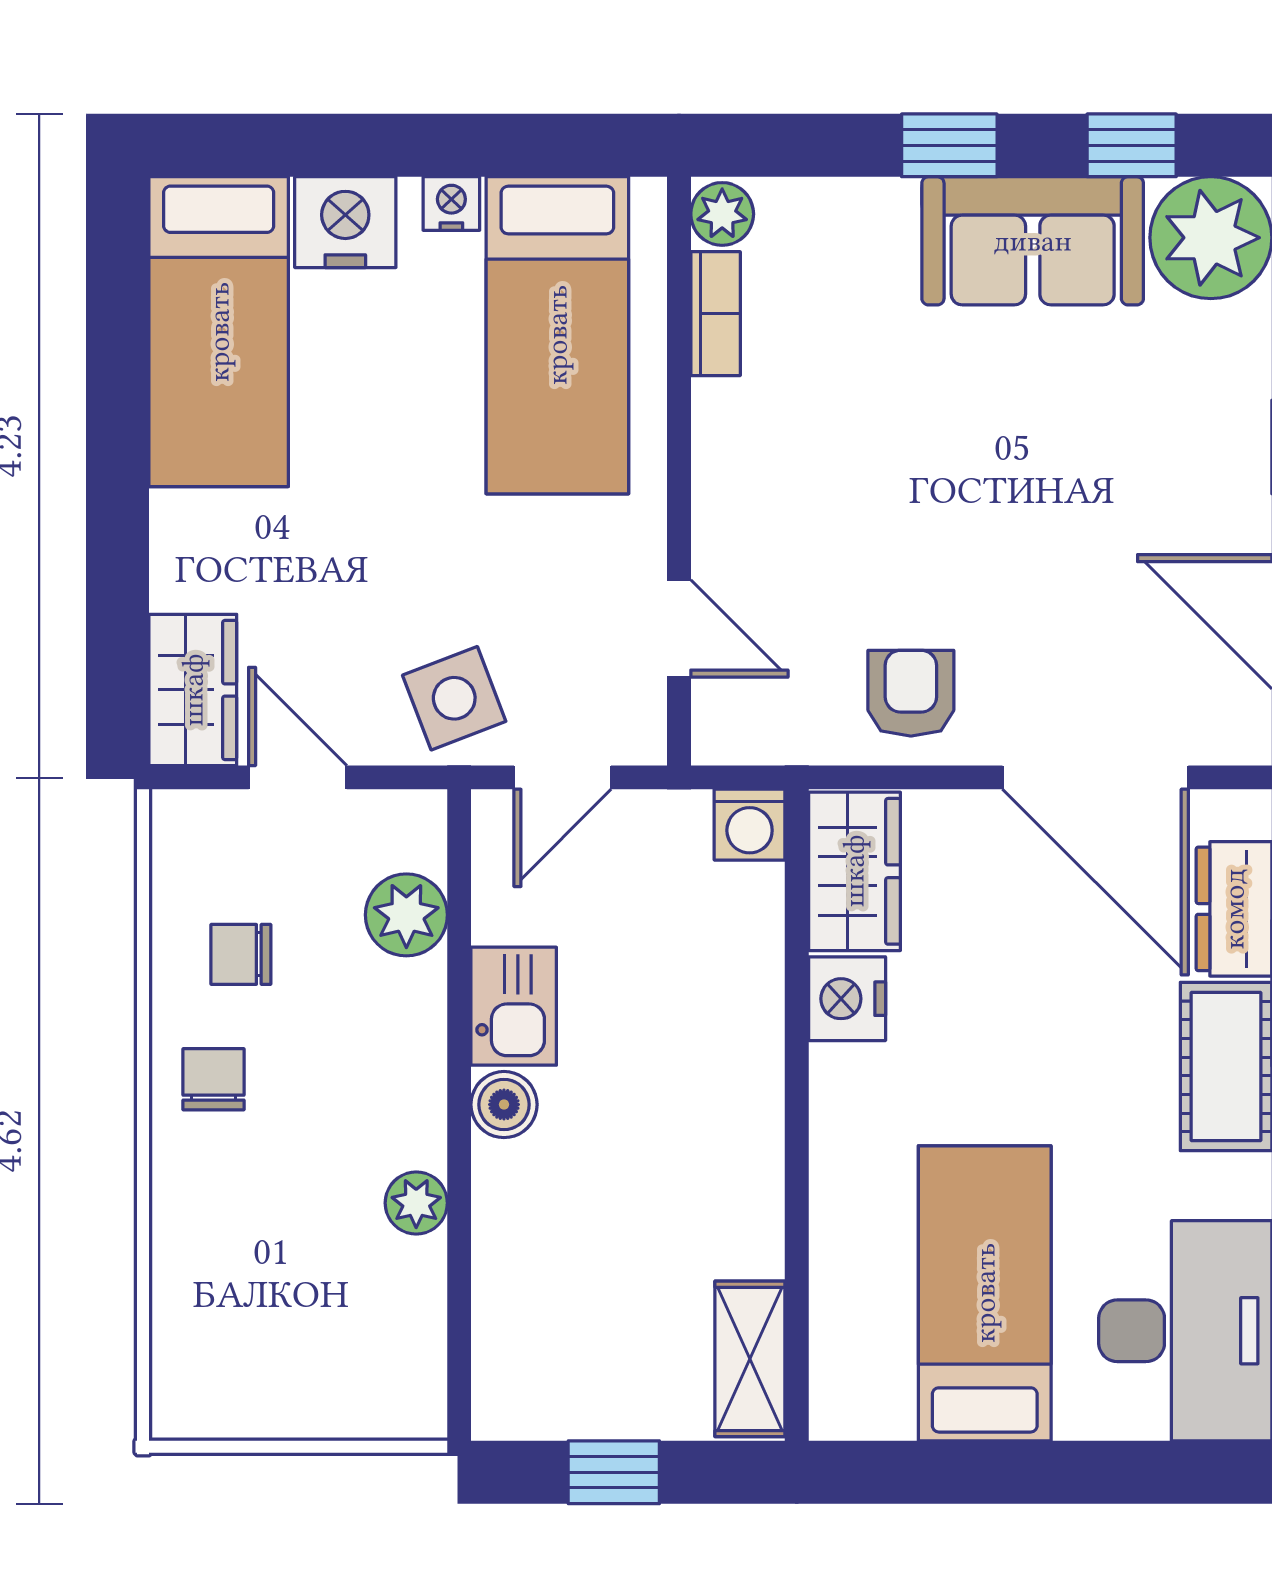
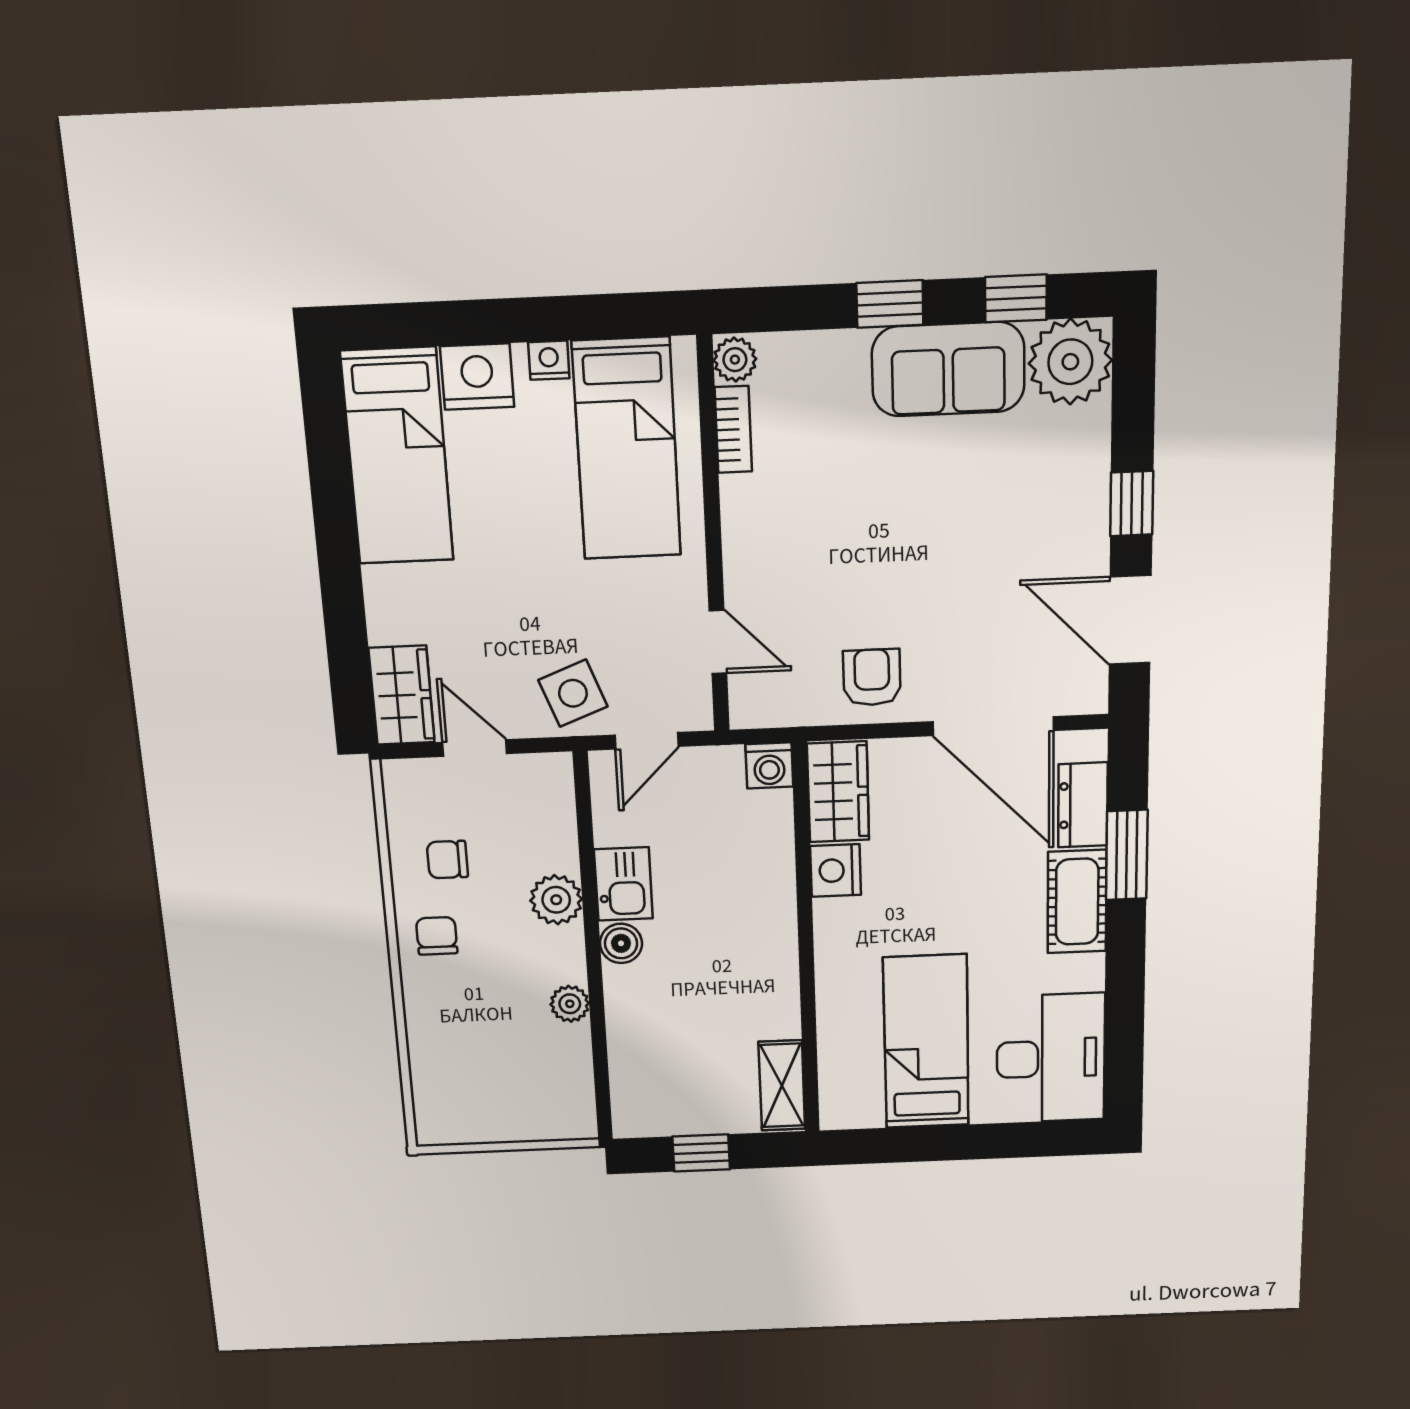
plant: (406, 915) -> (556, 900), moved

